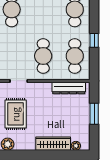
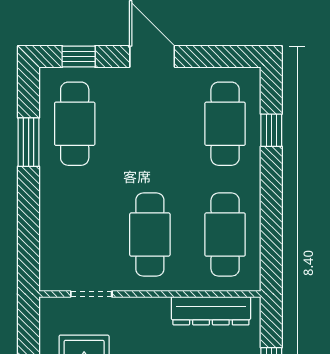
window: (94, 40) -> (271, 130), moved

